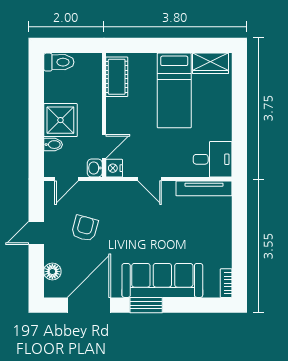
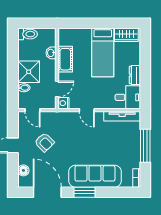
cot: (117, 77) -> (65, 59), moved
dresser: (224, 125) -> (135, 75), added
washbasin: (95, 168) -> (51, 53), moved
door: (66, 179) -> (33, 110), hinge flipped
armchair: (85, 228) -> (44, 142), turned 121
window: (239, 234) -> (145, 146), added
door: (89, 305) -> (47, 192), hinge flipped

